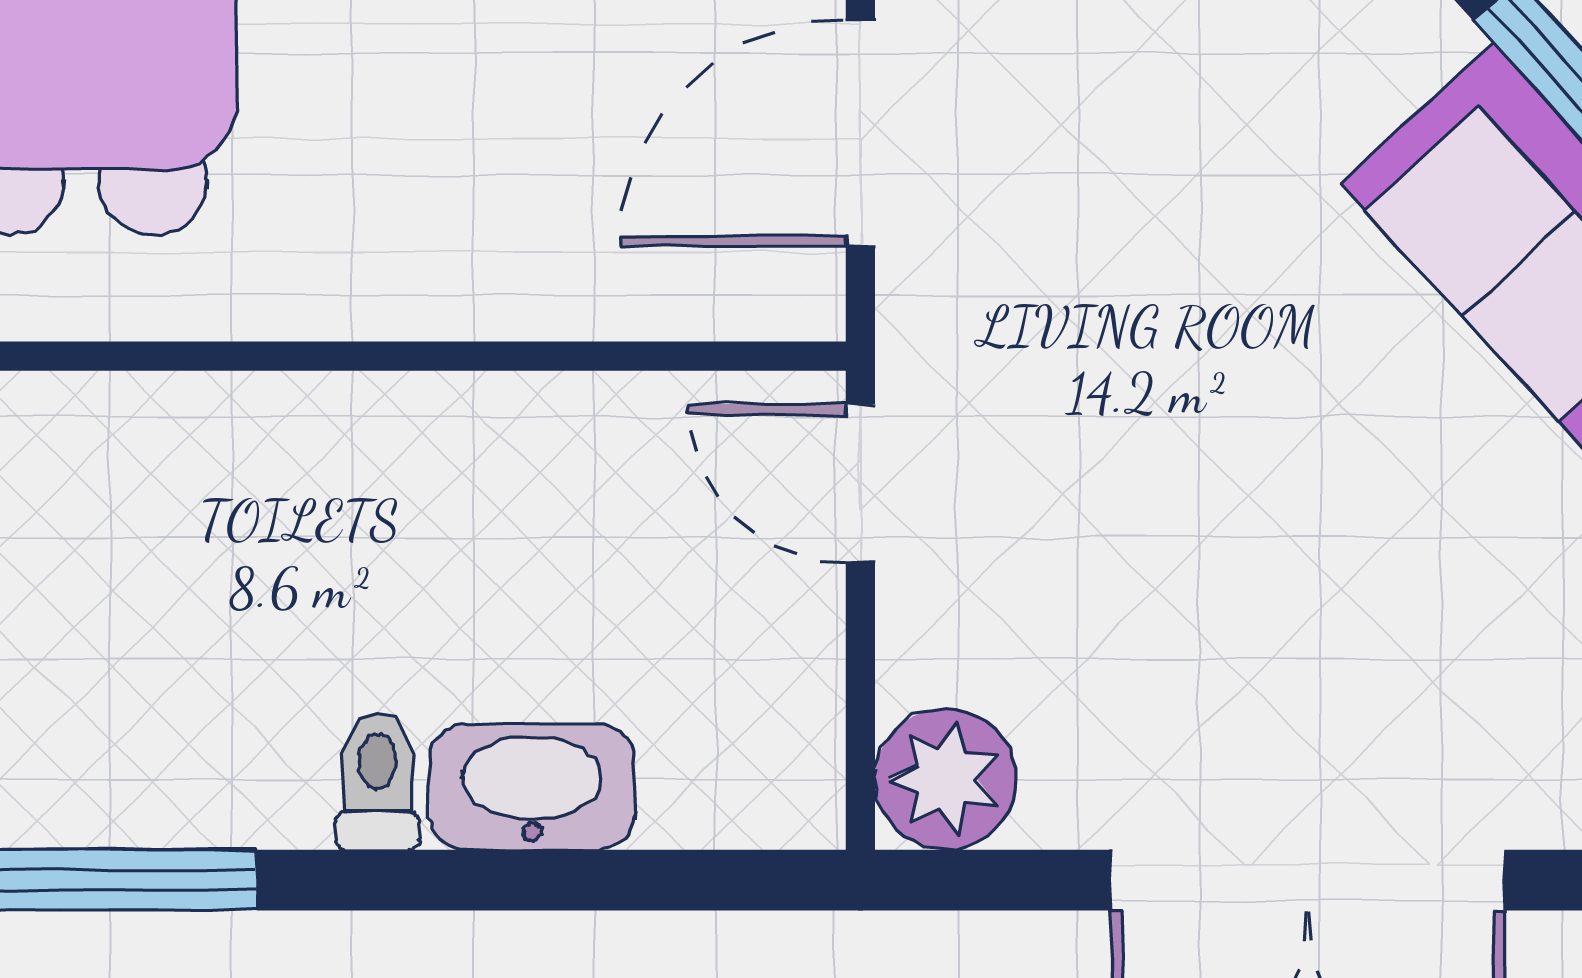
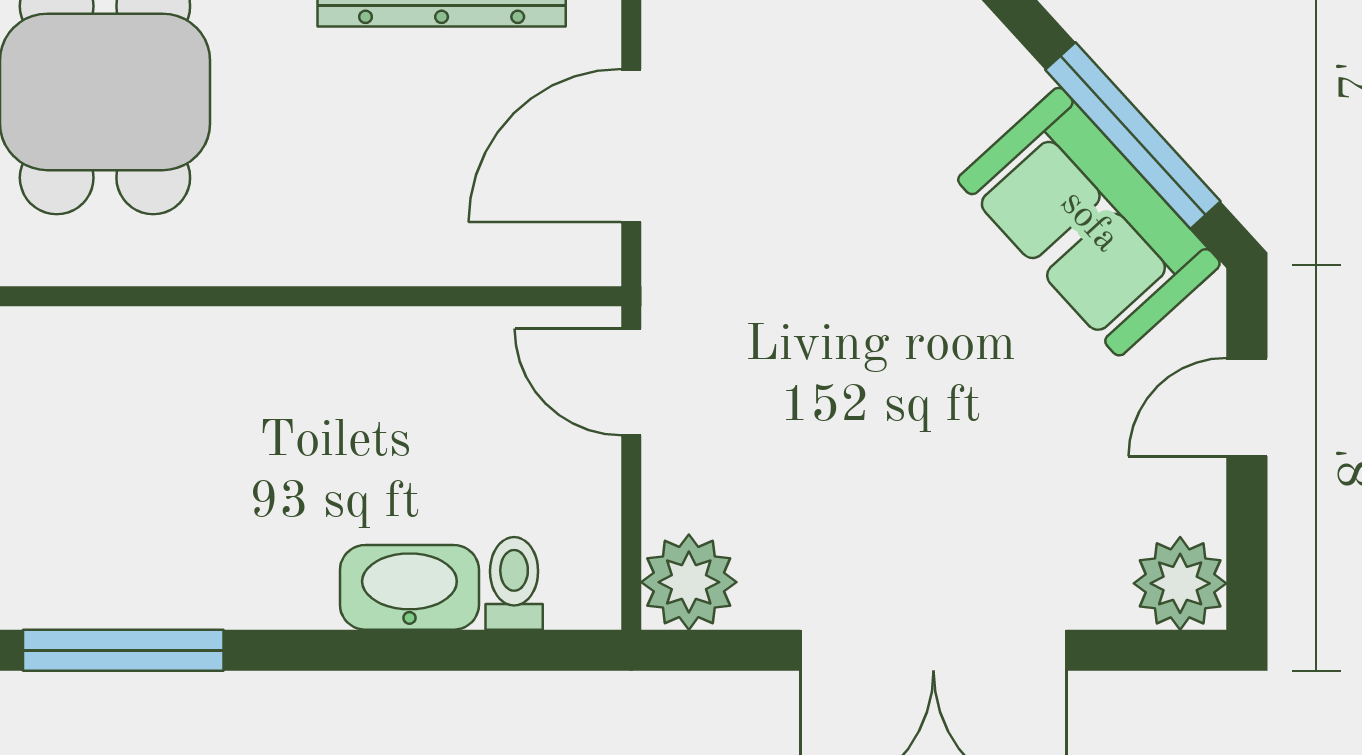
toilet: (377, 781) -> (514, 583), moved

